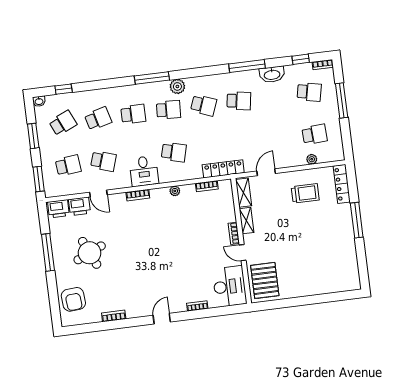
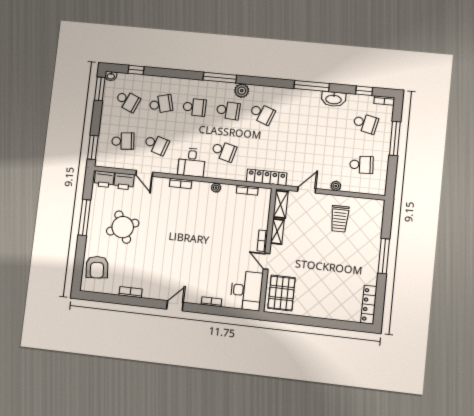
school desk: (239, 101) -> (296, 117), removed
school desk: (63, 123) -> (128, 101), turned 48
window: (33, 136) -> (100, 89), moved
plant: (312, 159) -> (336, 186), moved
locker: (342, 184) -> (369, 305), moved
trolley: (305, 193) -> (340, 219), turned 90

